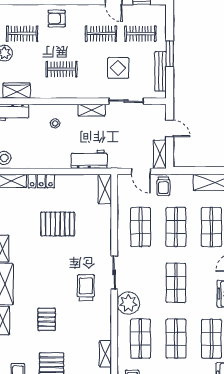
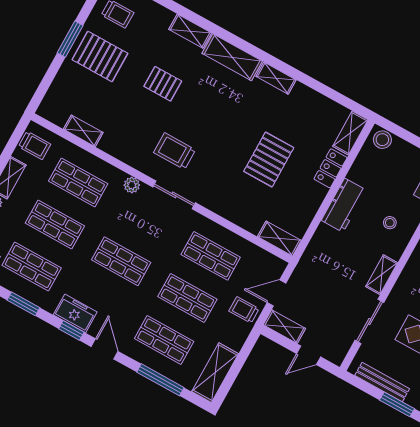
workbench: (89, 159) -> (344, 205), moved
trolley: (86, 288) -> (175, 151), turned 180
plant: (128, 303) -> (132, 185), width x0.53, depth x0.53

